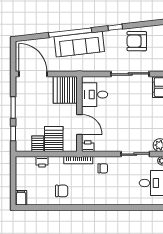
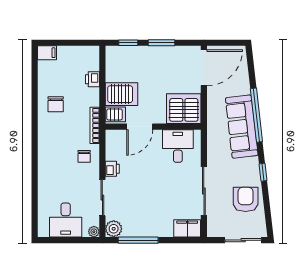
server rack: (38, 144) -> (115, 114), moved
printer: (88, 146) -> (112, 169), moved

